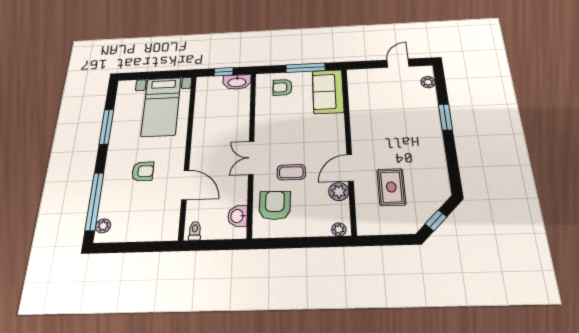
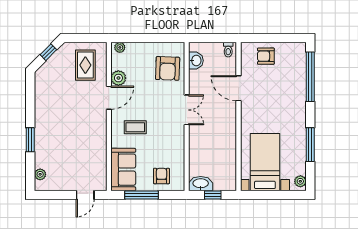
door: (398, 63) -> (85, 195), moved
armchair: (282, 87) -> (161, 176), turned -90
armchair: (143, 171) -> (266, 56), moved
coffee table: (291, 172) -> (135, 127), moved
rug: (391, 187) -> (85, 65), moved
plant: (103, 226) -> (300, 181), moved

